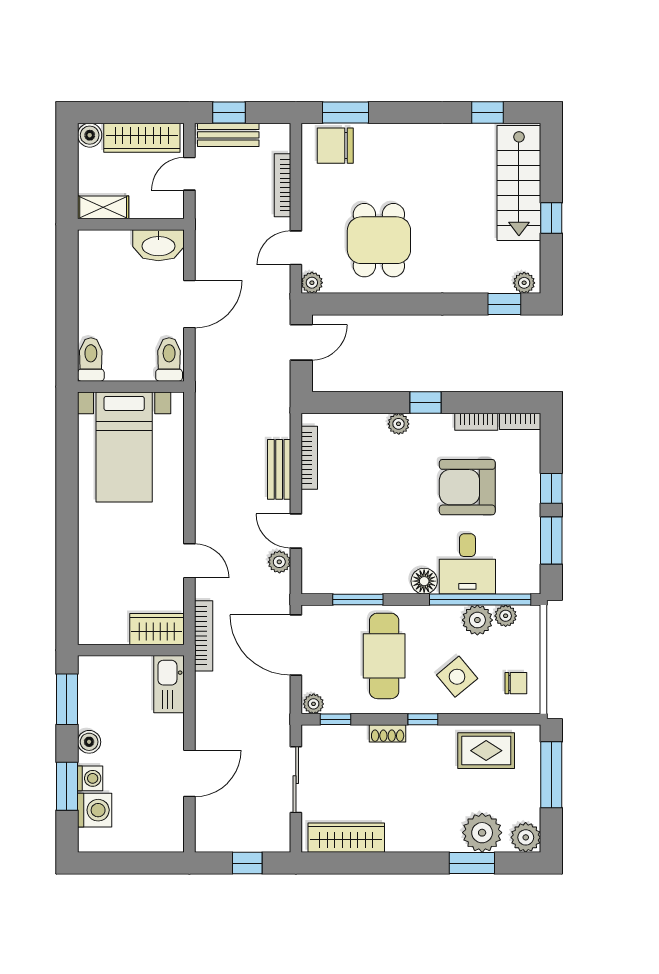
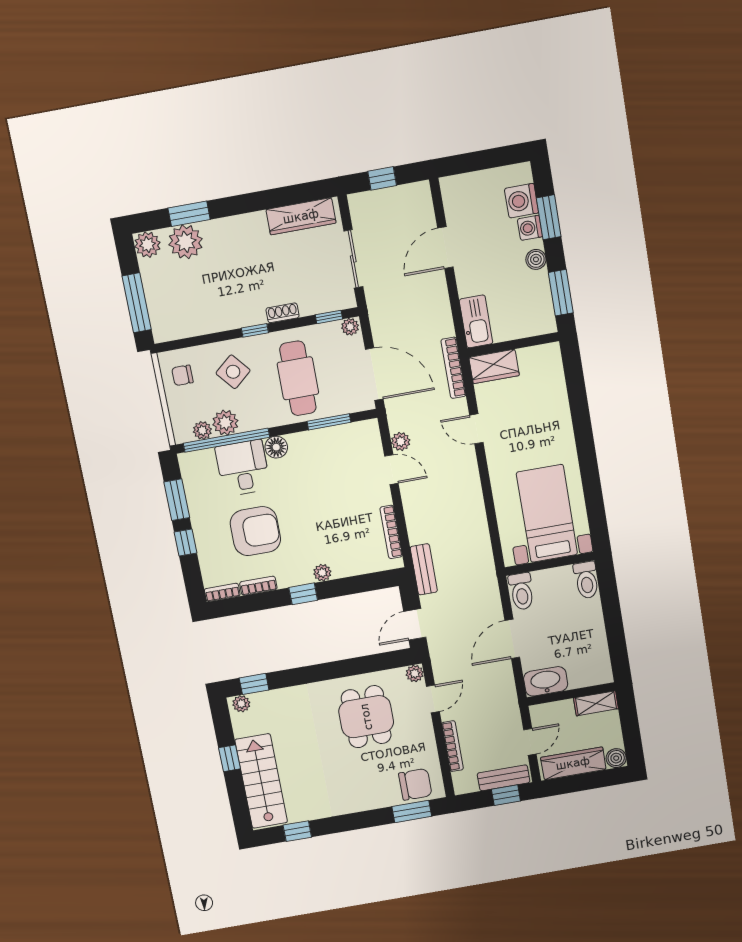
bench: (279, 469) -> (424, 569), moved
rug: (486, 751) -> (196, 313), removed

